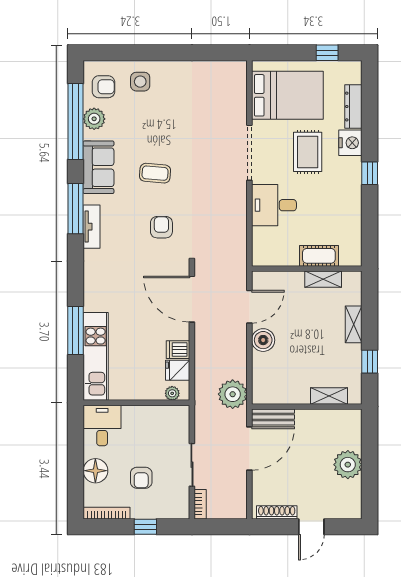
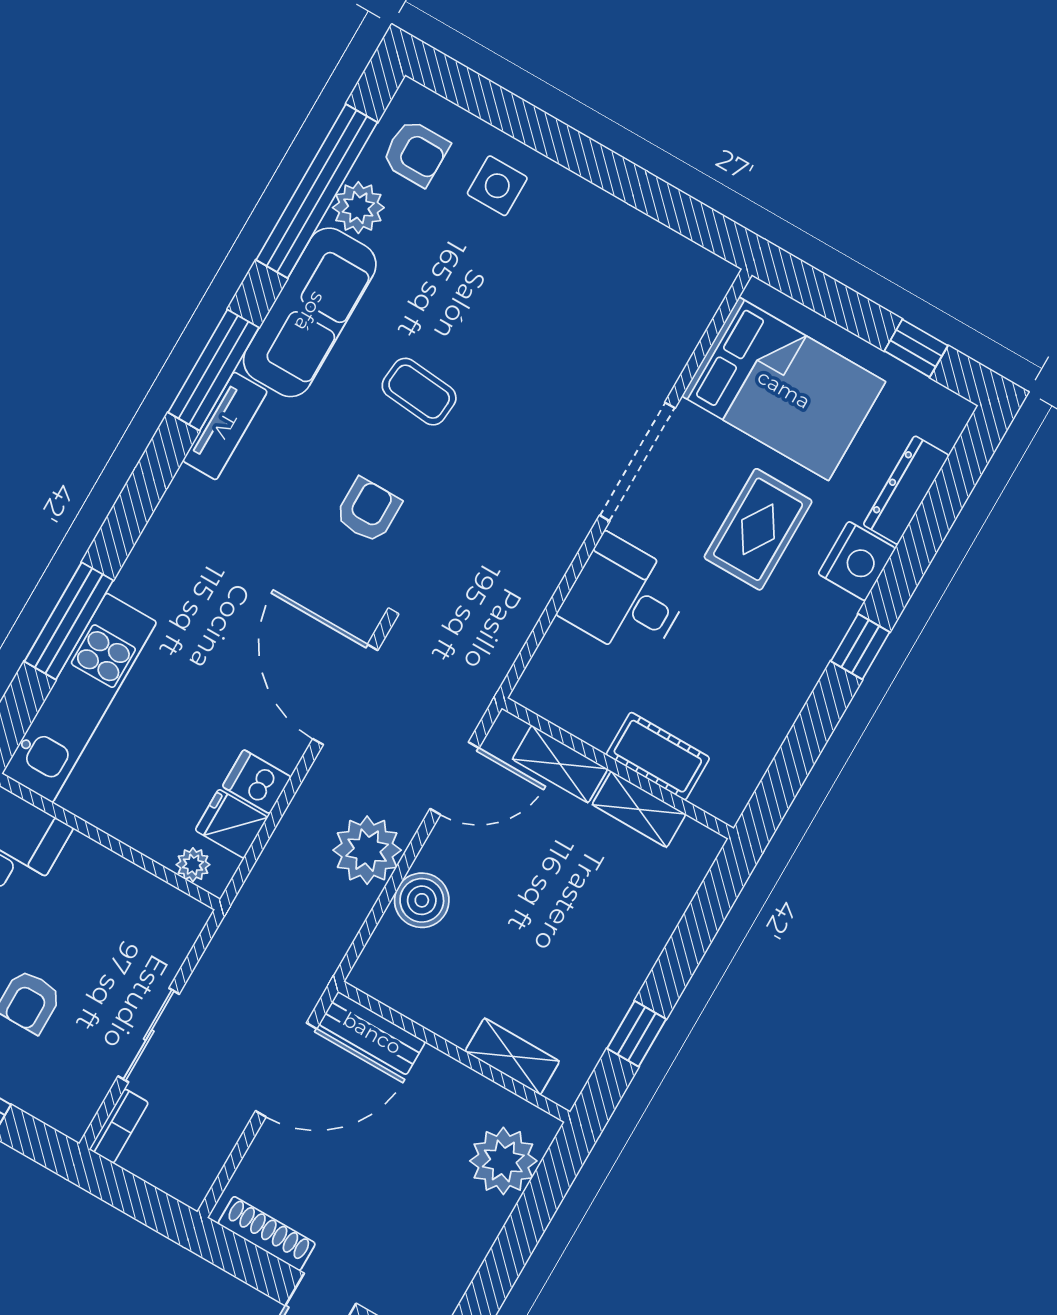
sofa: (98, 167) -> (310, 312), width x1.36
shelving: (354, 324) -> (560, 764), moved, turned 90
boiler: (263, 340) -> (422, 900), moved
plant: (233, 394) -> (367, 850), moved
plant: (348, 465) -> (503, 1161), moved

